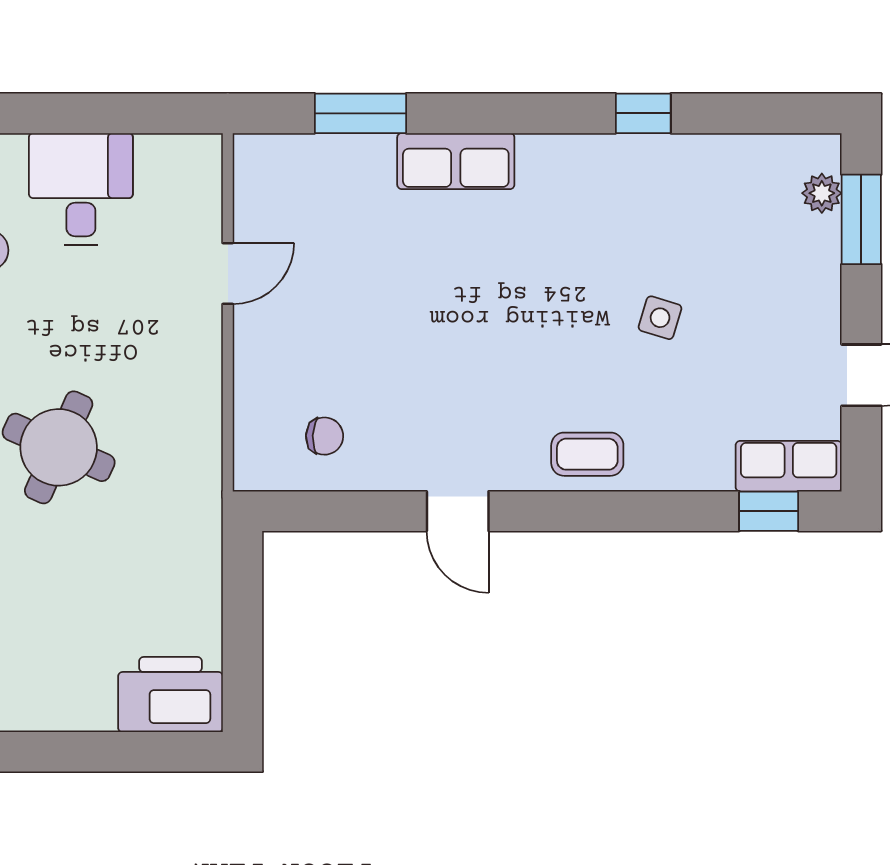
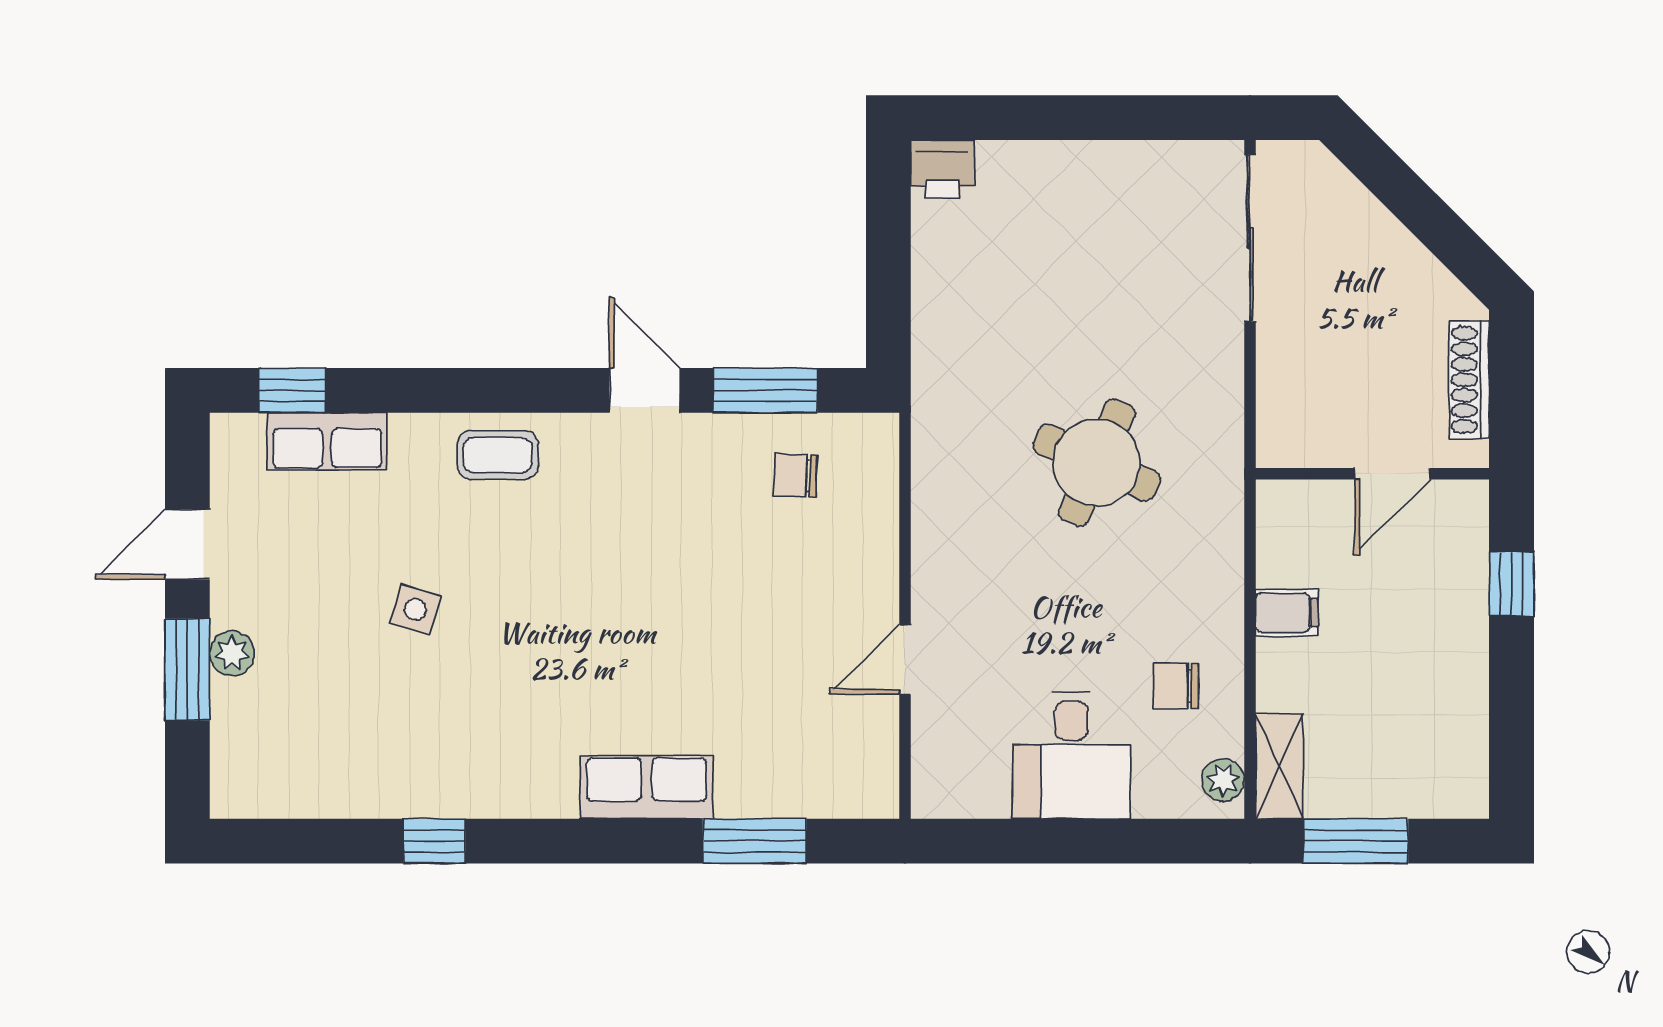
plant: (822, 193) -> (232, 653), moved
window: (861, 219) -> (187, 669), moved
row of seats: (789, 466) -> (327, 441), moved
window: (351, 511) -> (765, 390), added
printer: (170, 695) -> (942, 169), width x0.53, depth x0.68

